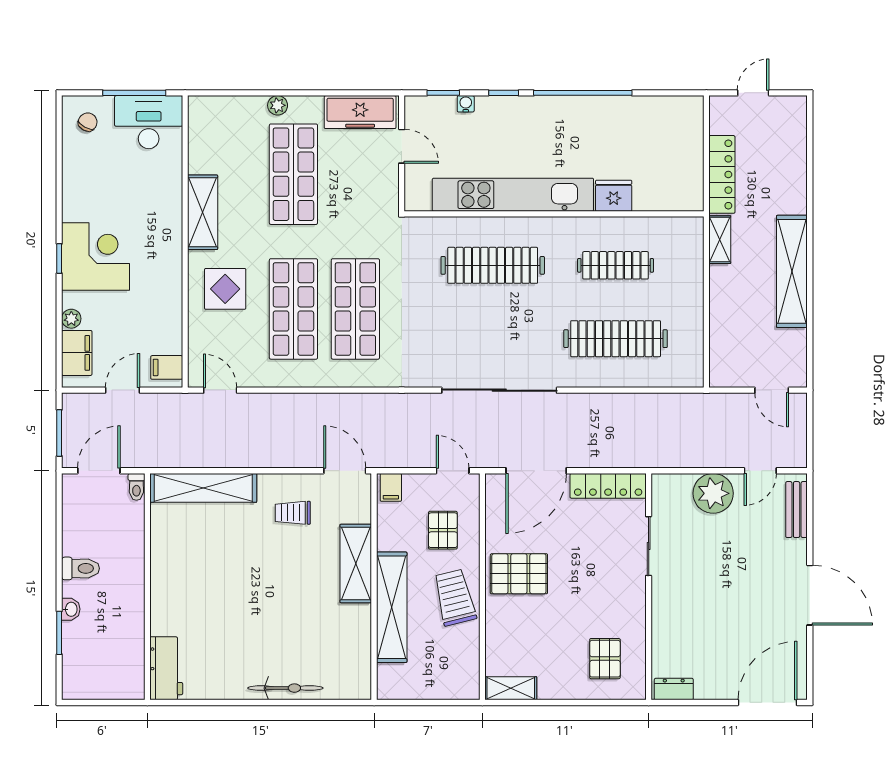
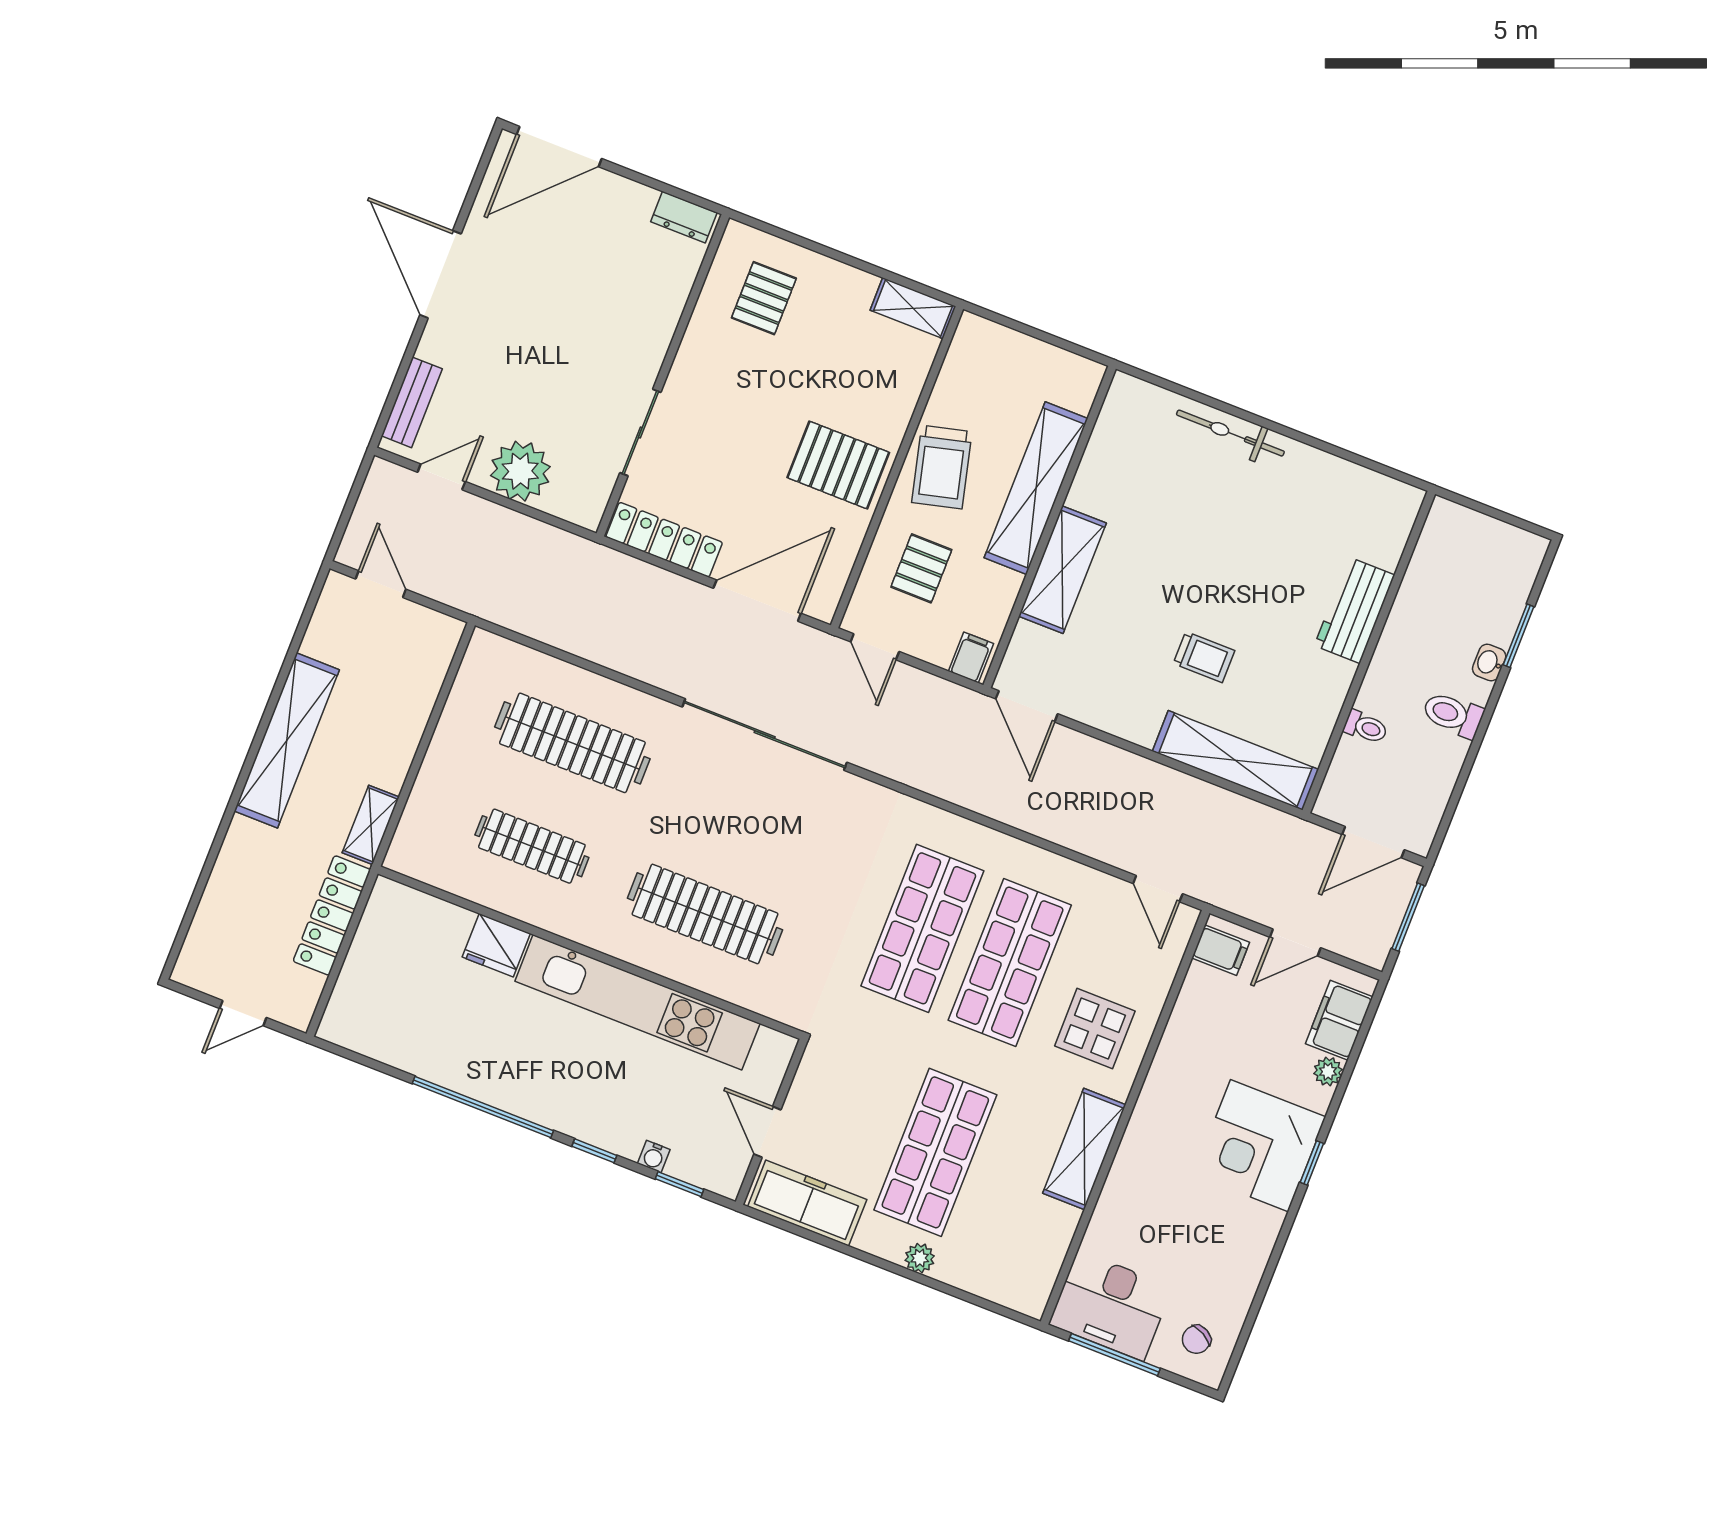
toilet: (136, 487) -> (1366, 727), moved, turned 90
trolley: (293, 513) -> (1204, 657), moved
workbench: (166, 668) -> (1355, 610), moved

